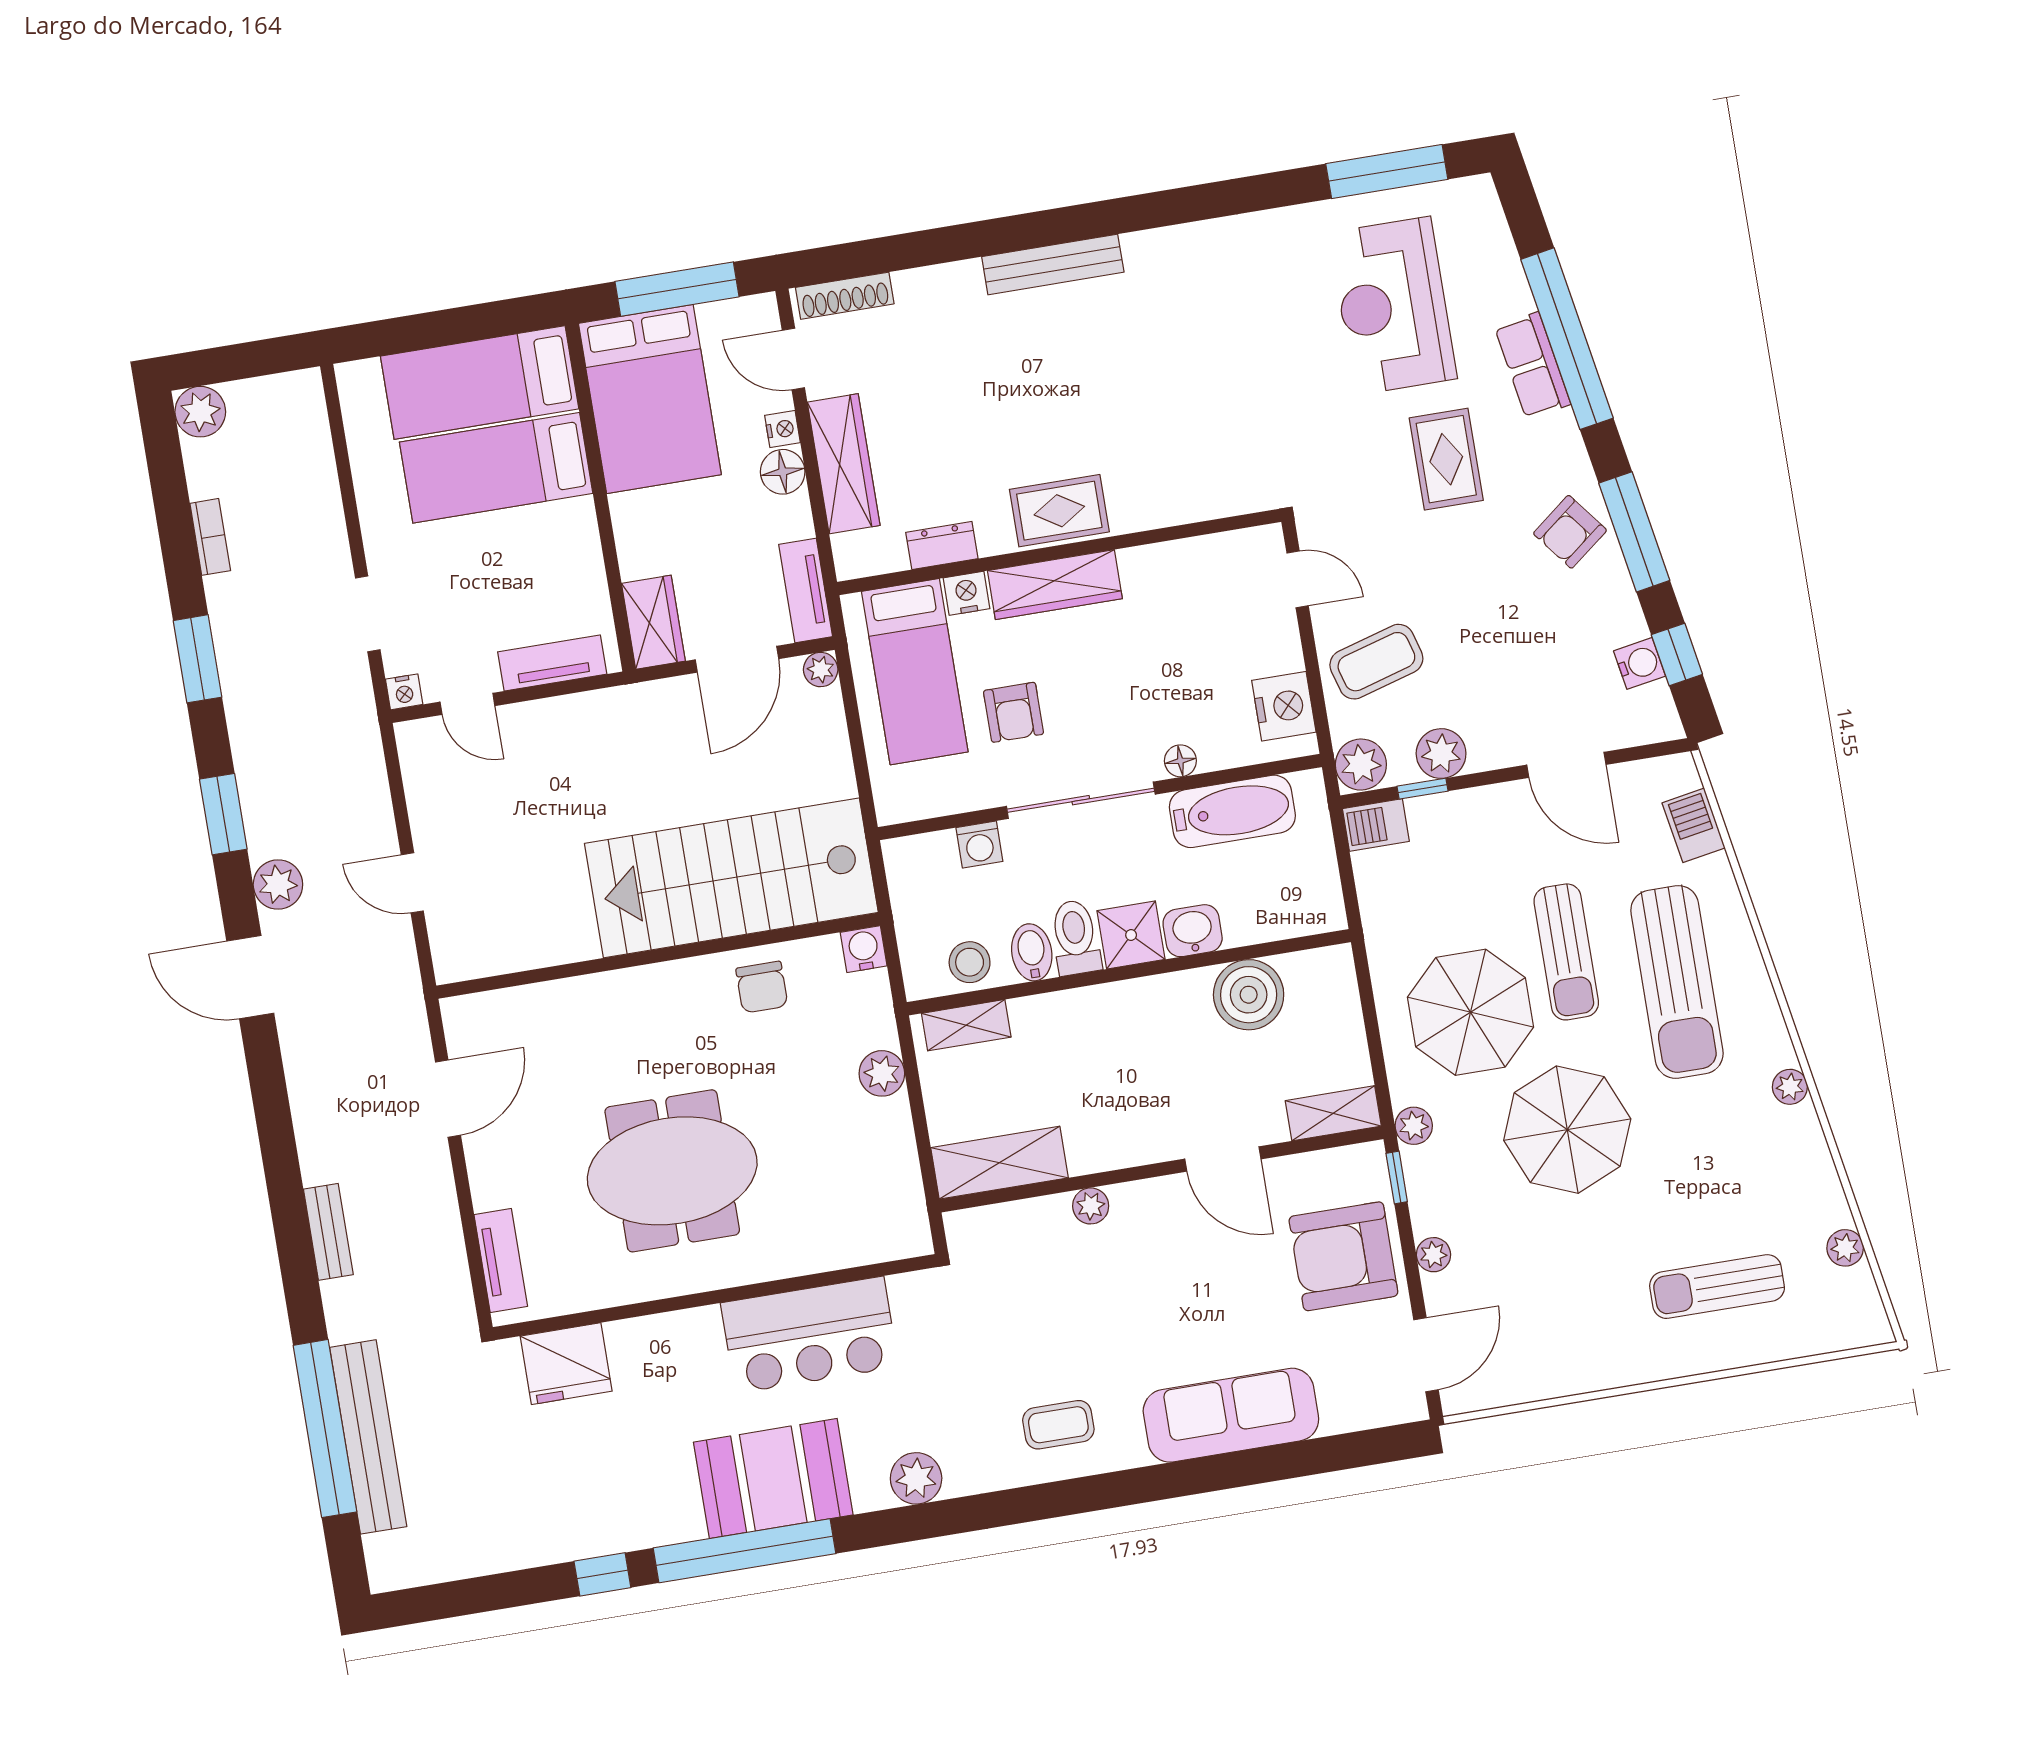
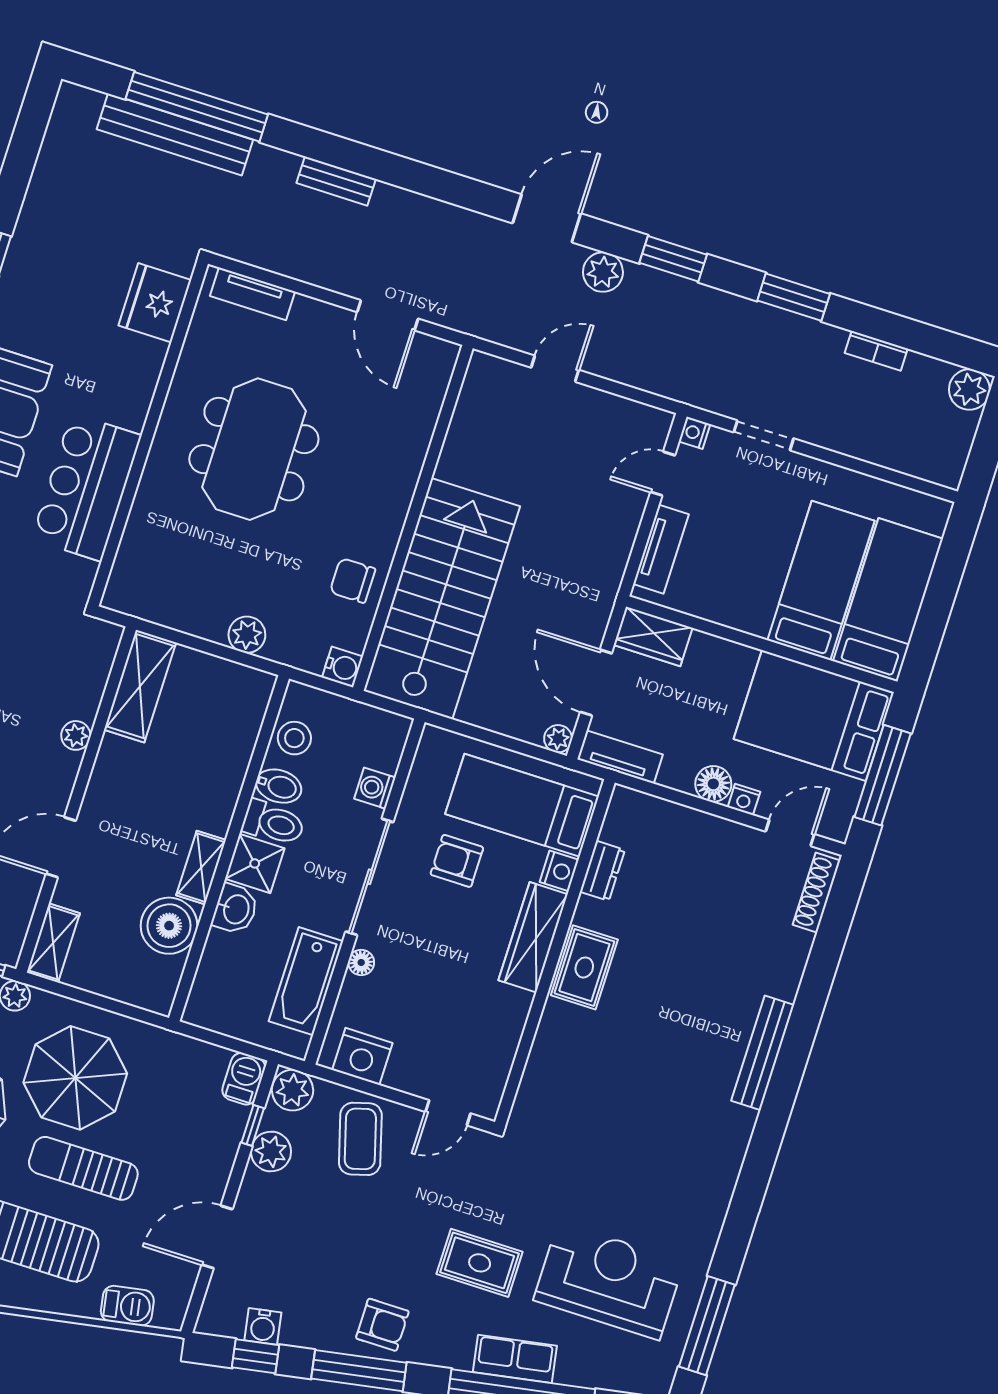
wardrobe: (844, 464) -> (697, 830), removed
armchair: (1570, 532) -> (382, 1325), turned 128
shelving: (966, 1025) -> (201, 868), moved

